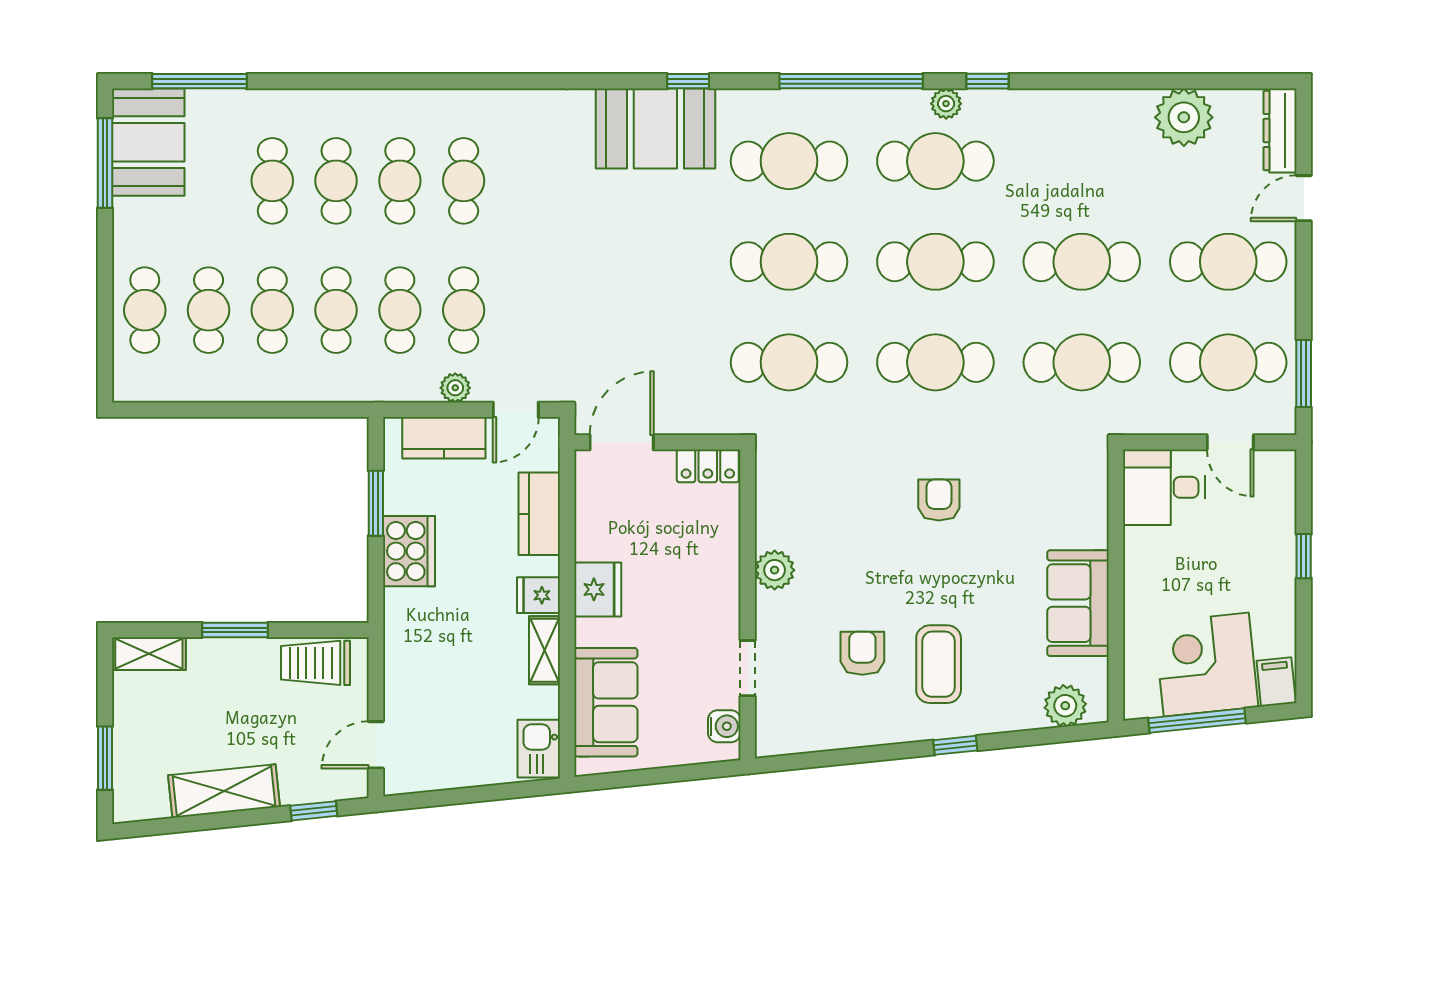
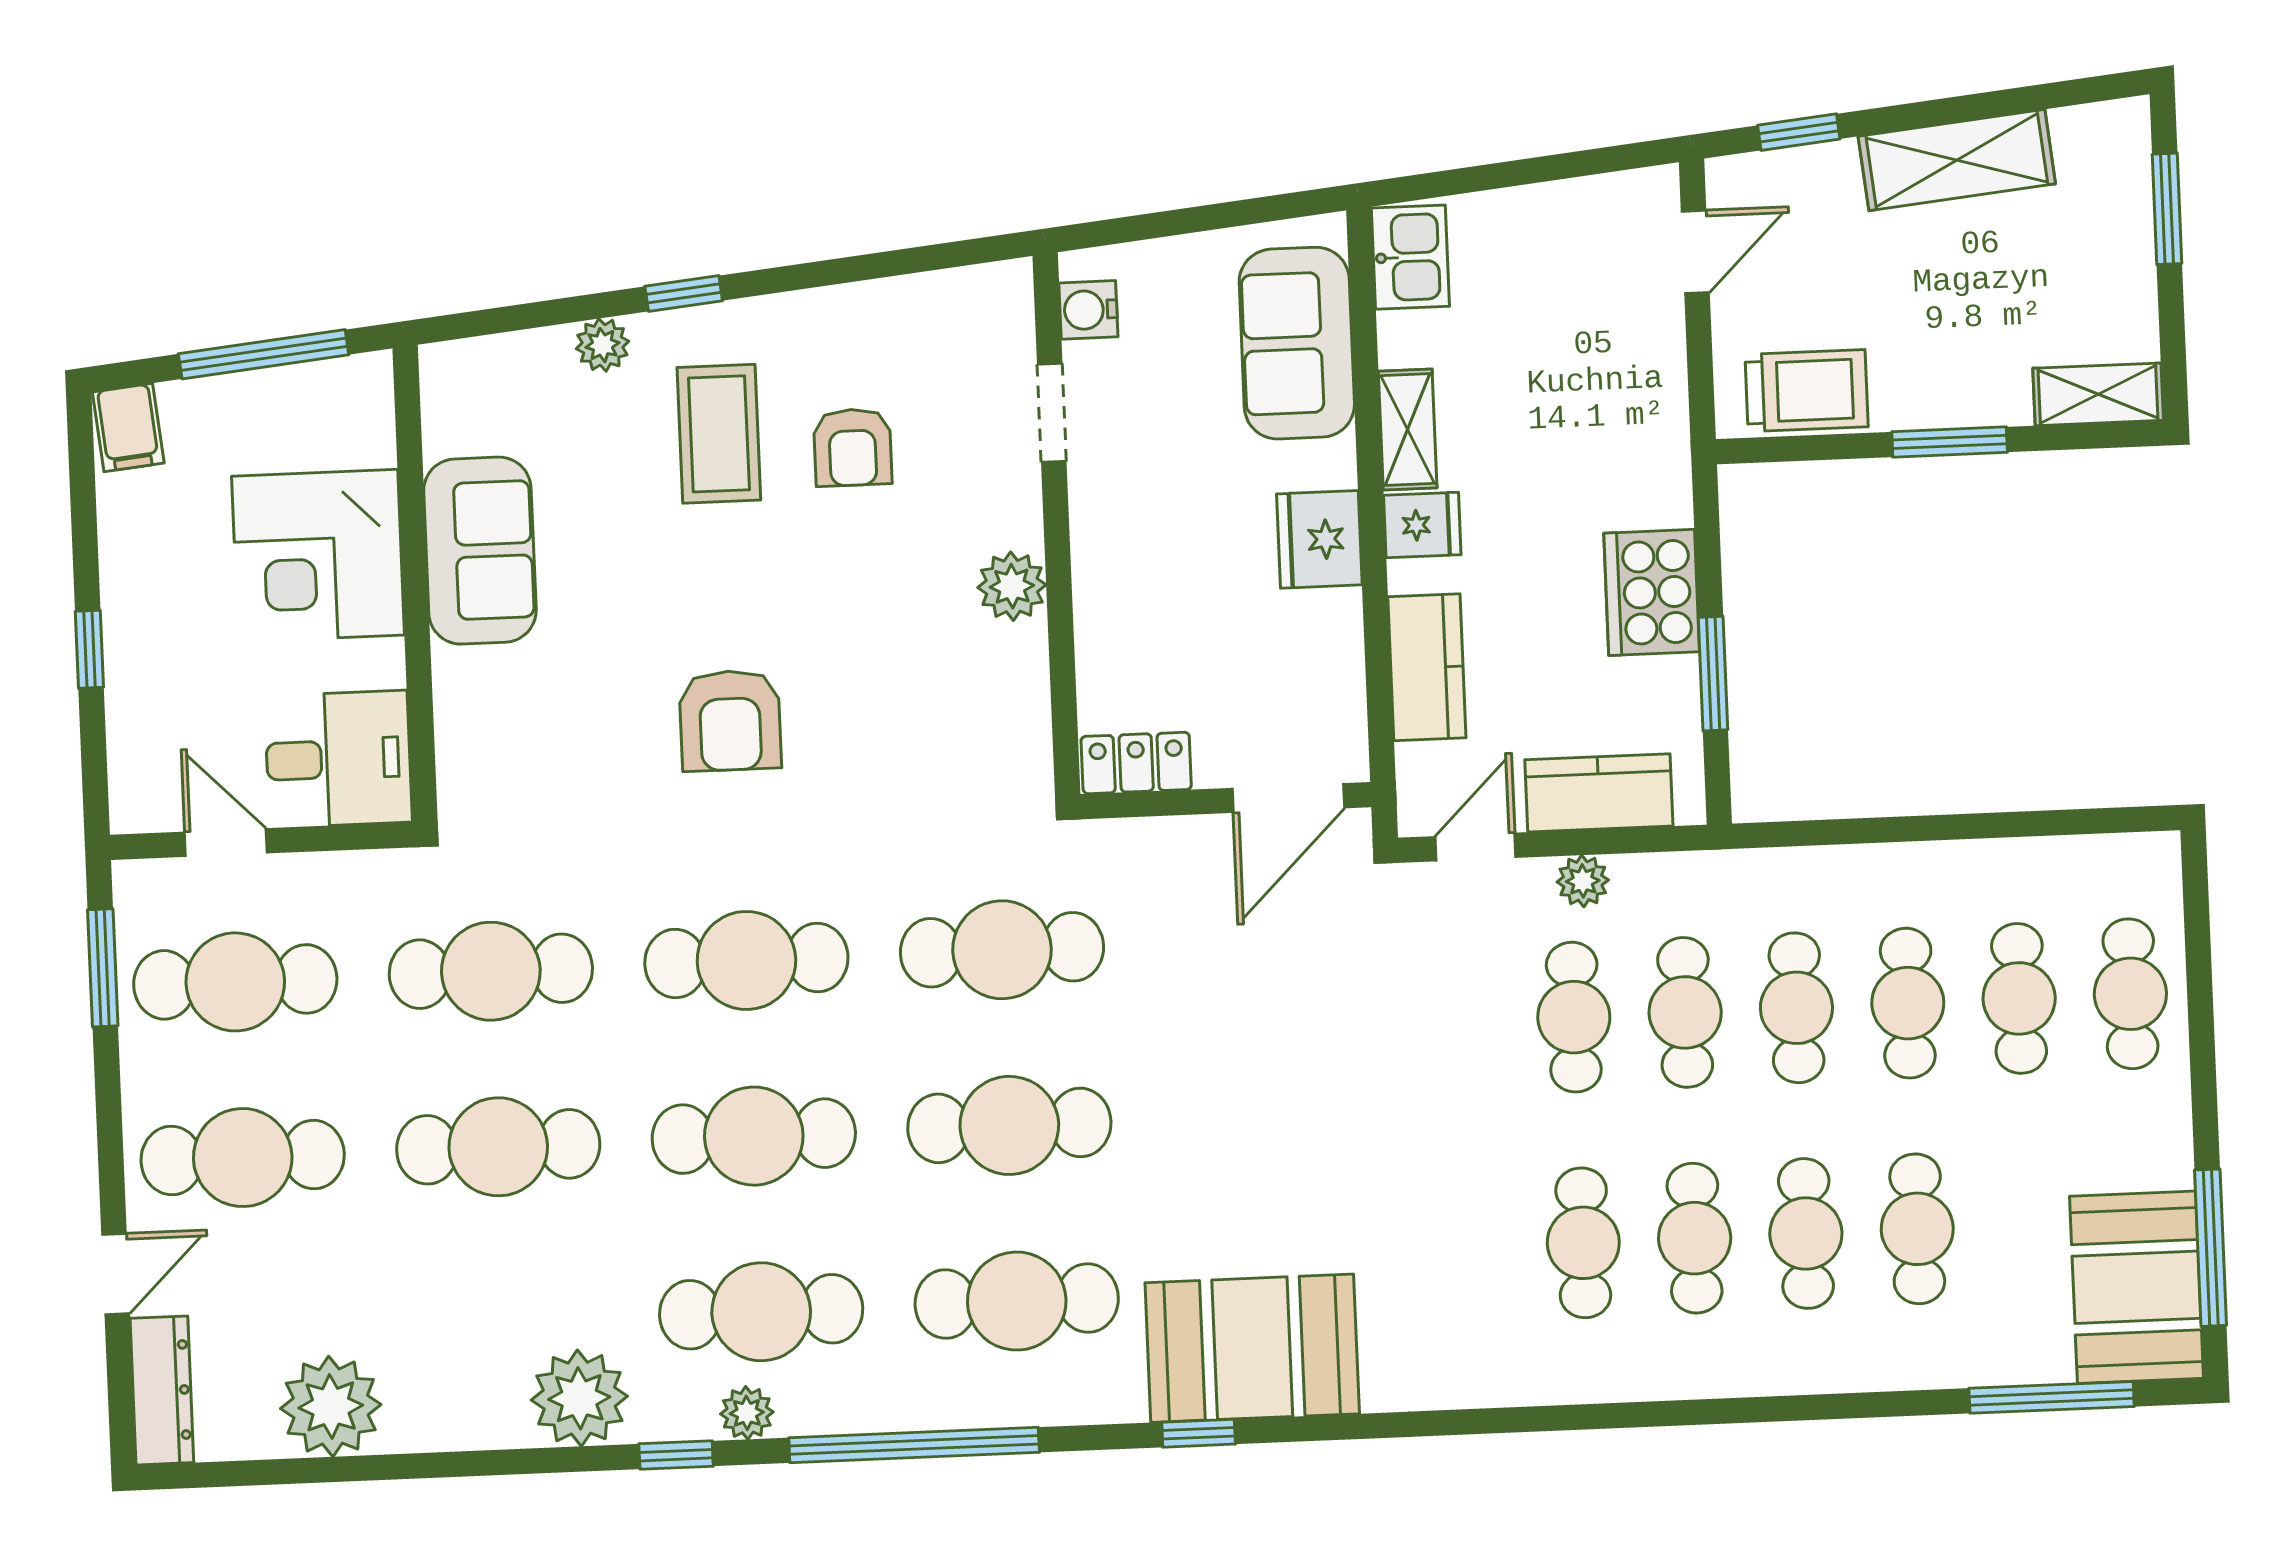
plant: (1041, 116) -> (579, 1398), added
armchair: (939, 500) -> (730, 720), width x1.38, depth x1.38
corner desk: (1206, 665) -> (318, 556), moved, turned 96
plant: (1065, 706) -> (602, 345), moved, width x0.73, depth x0.73

